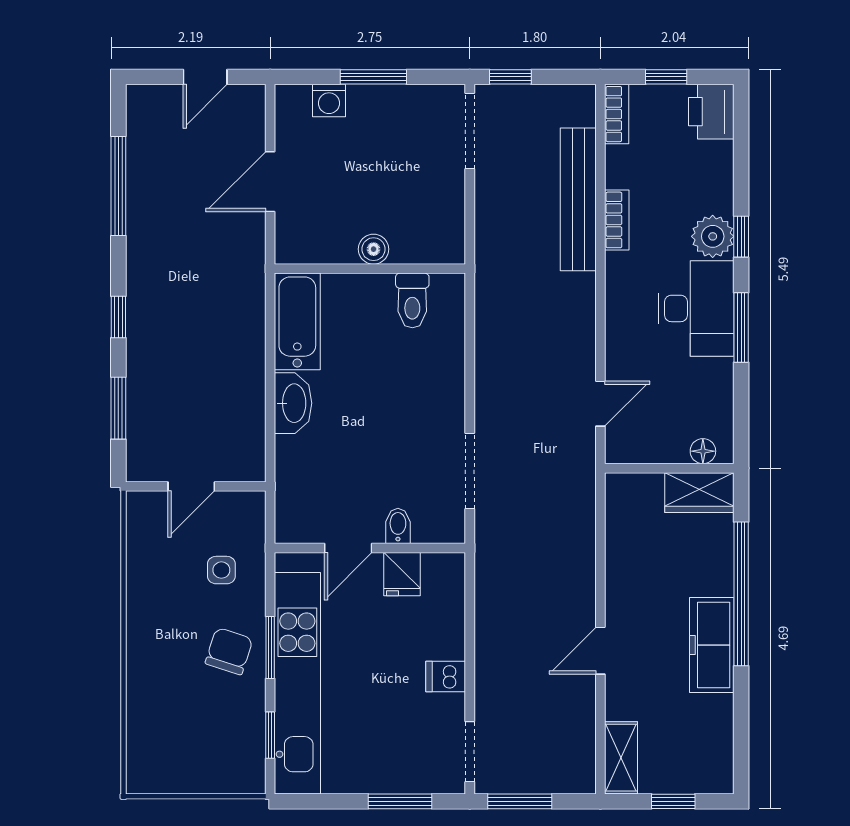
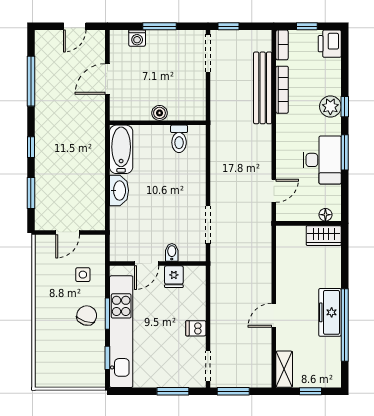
bookcase: (617, 220) -> (282, 90), width x1.56
desk: (696, 308) -> (322, 160), moved
window: (741, 594) -> (345, 325), moved

